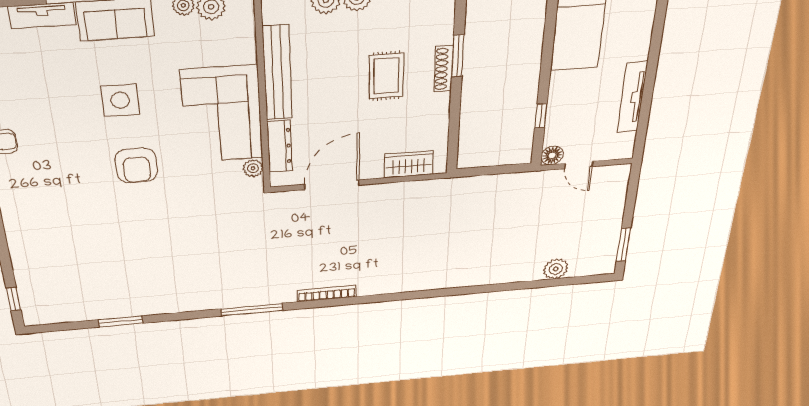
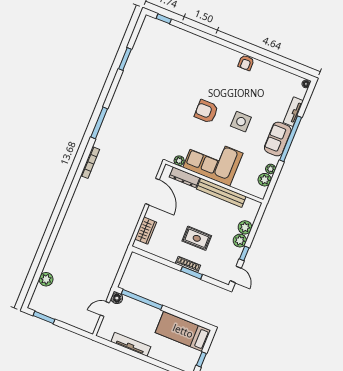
window: (541, 116) -> (142, 300), width x3.17

